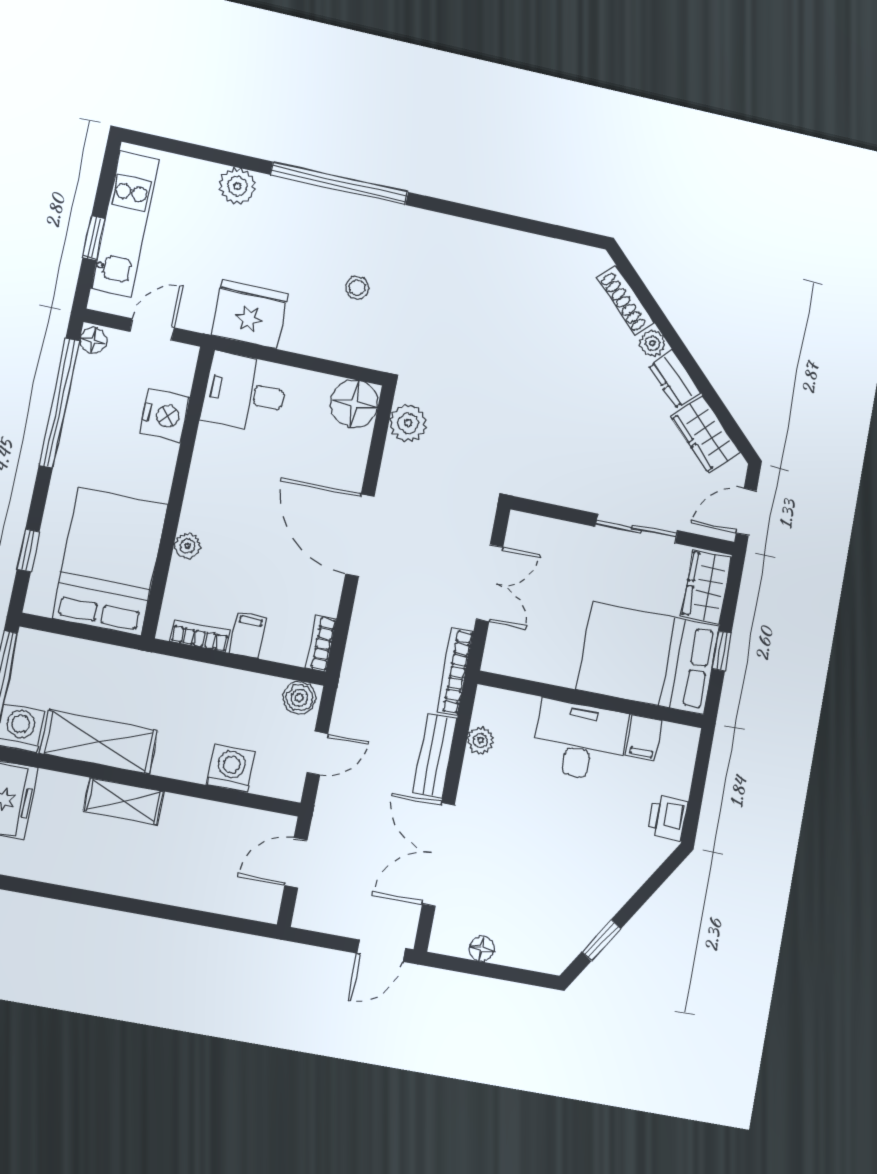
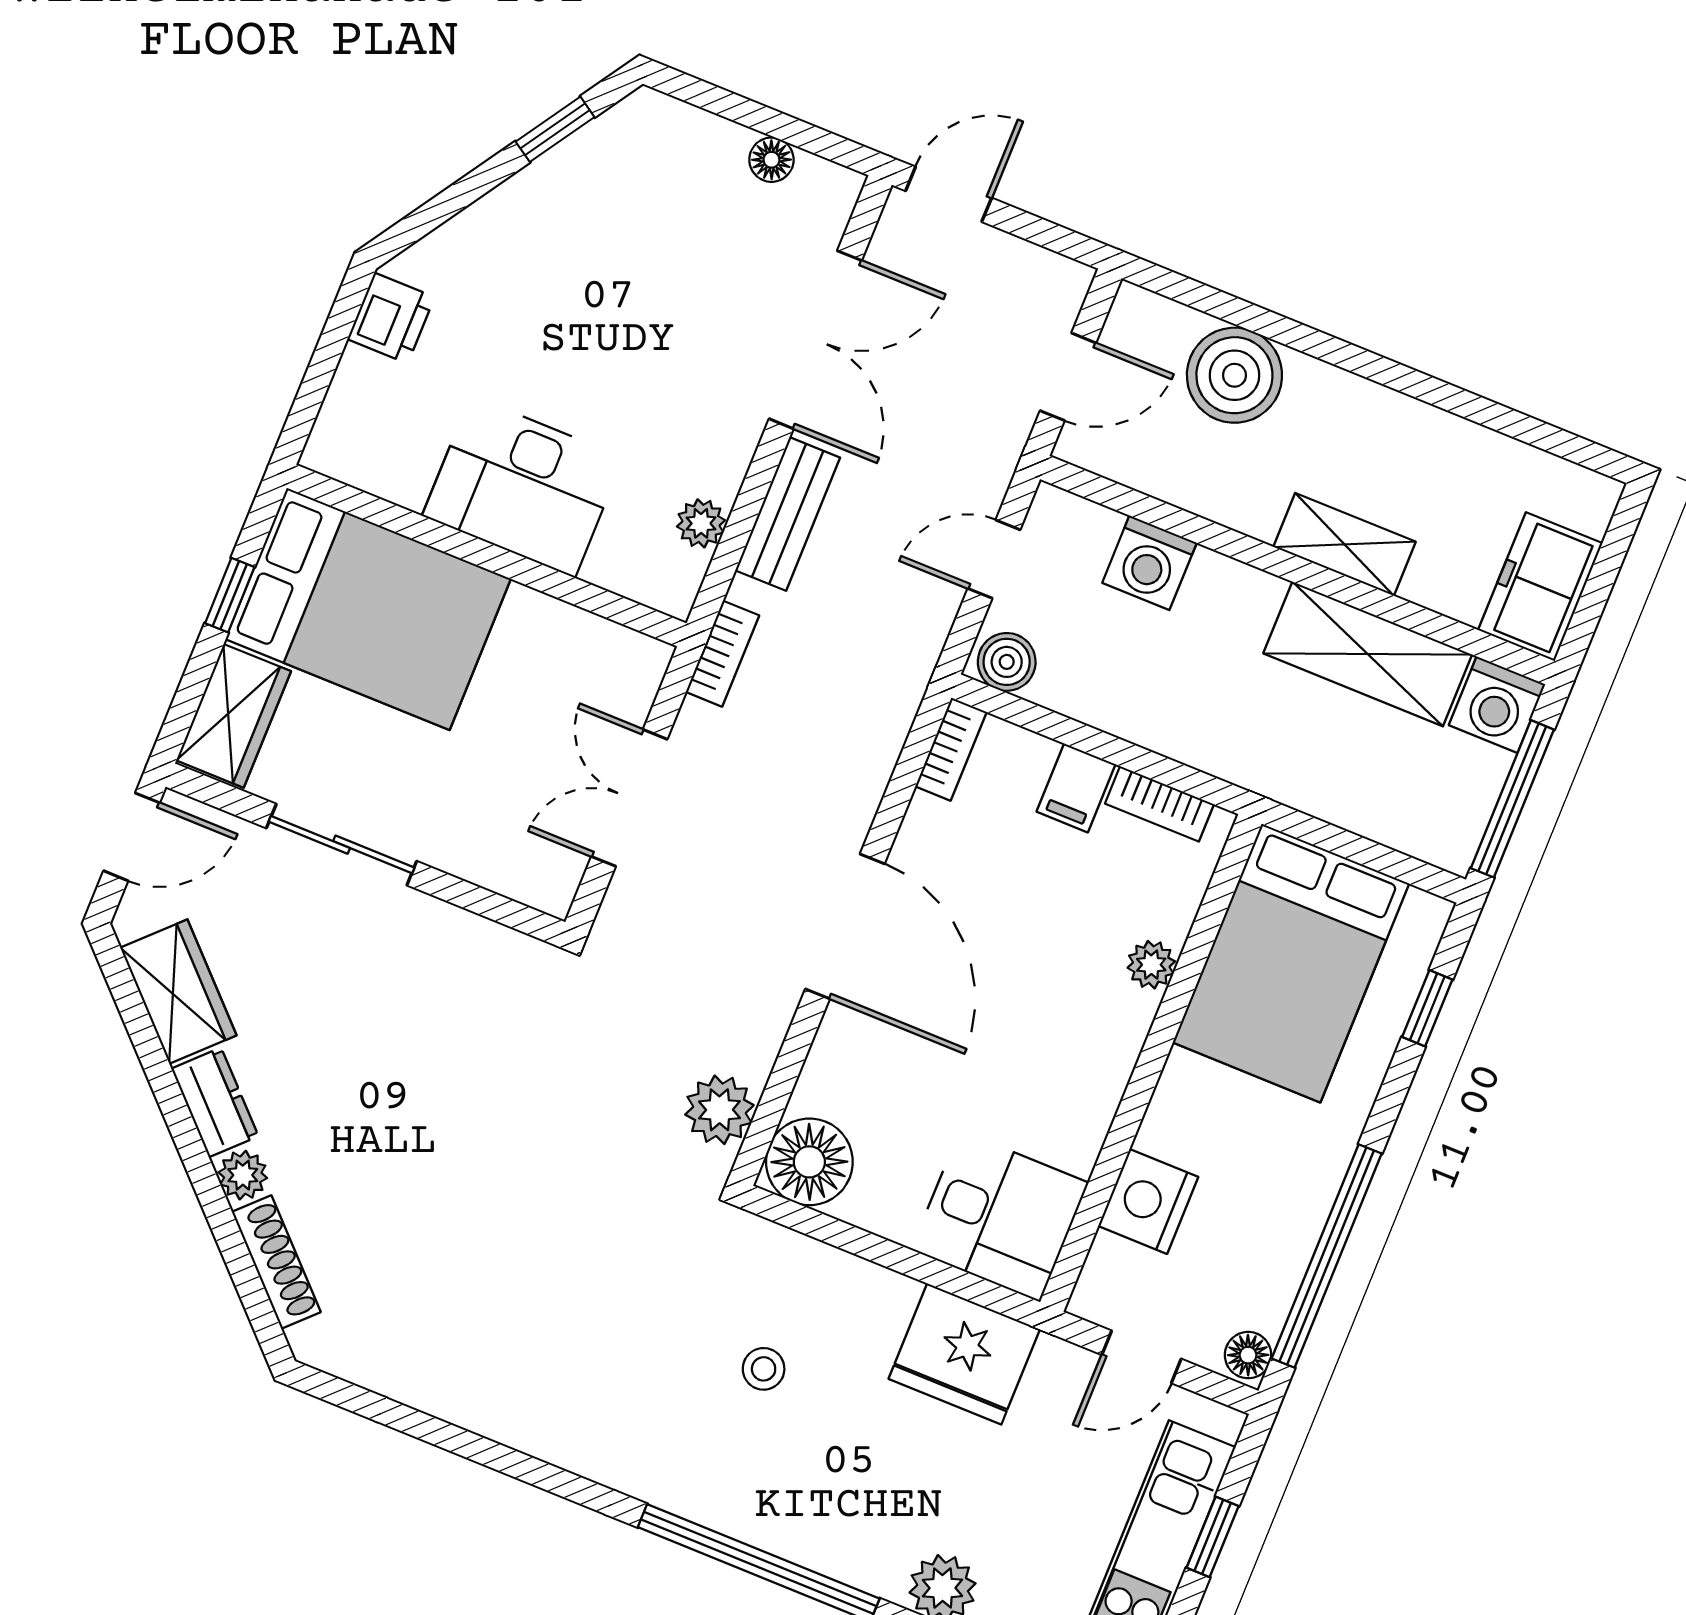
bookcase: (455, 671) -> (723, 654), width x0.64
filing cabinet: (644, 738) -> (405, 468), removed
boiler: (203, 883) -> (1234, 375), added

